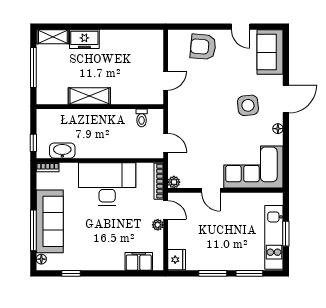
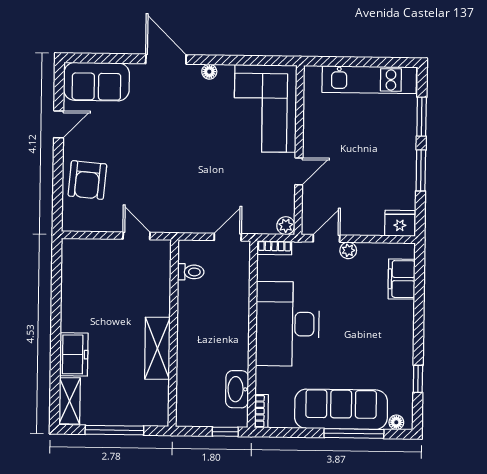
side table: (248, 105) -> (174, 115), removed
bookcase: (159, 181) -> (275, 248), width x0.64
window: (286, 234) -> (364, 62), removed

